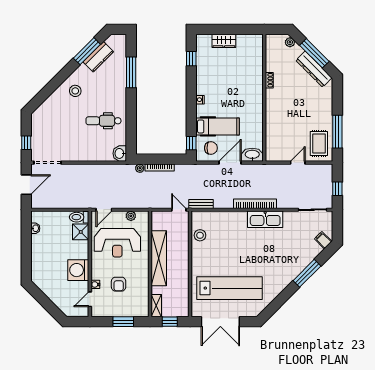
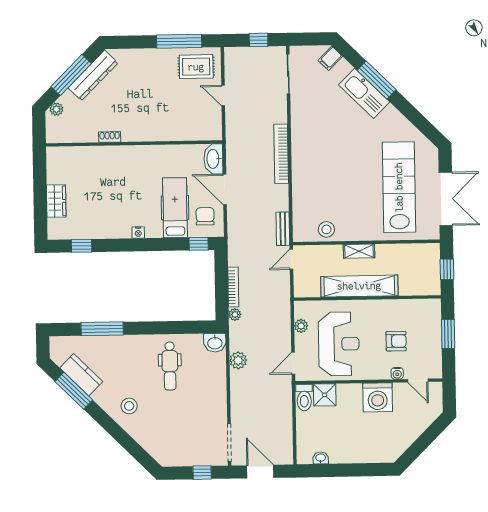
plant: (107, 170) -> (238, 360), added
door: (104, 210) -> (293, 363), swing flipped
kitchen sink: (265, 219) -> (364, 93), moved, turned 135
shelving: (156, 306) -> (359, 251), moved

